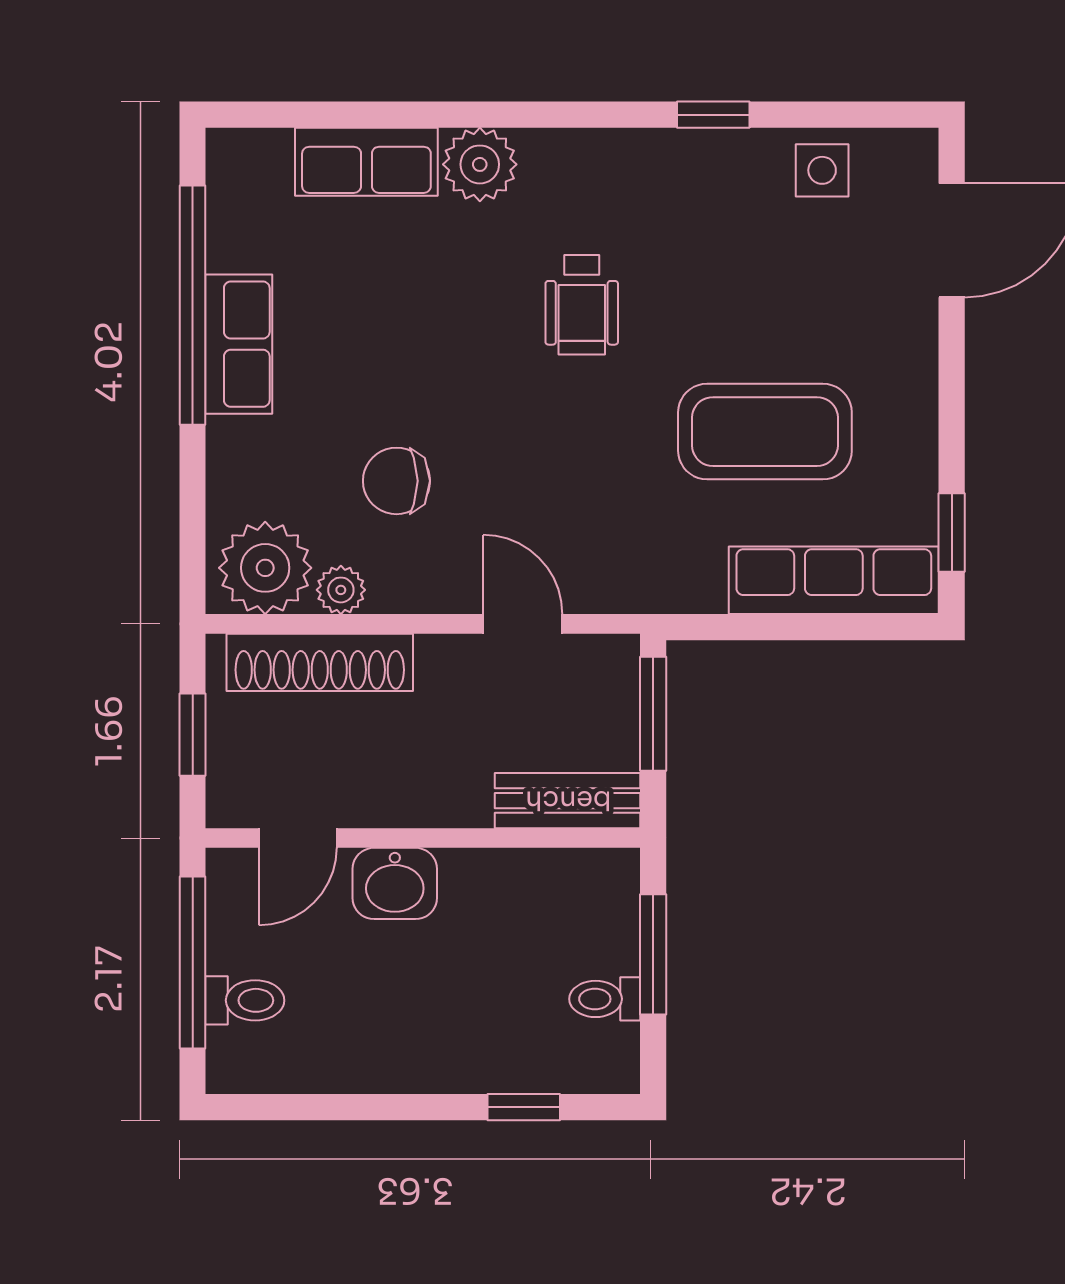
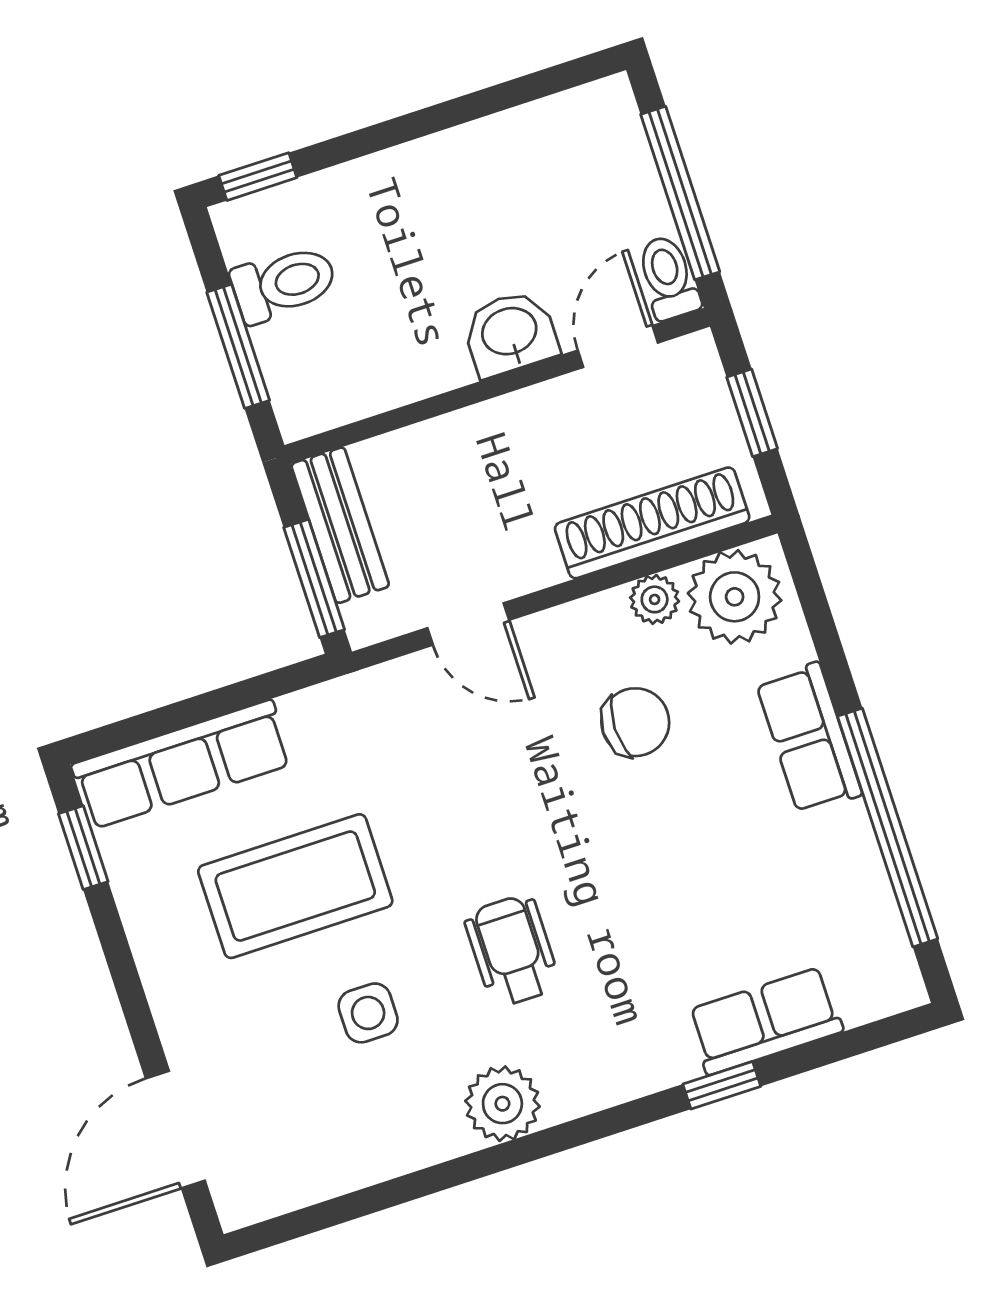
window: (713, 115) -> (722, 1085), moved
plant: (480, 164) -> (502, 1104), moved
side table: (822, 170) -> (368, 1013), moved
row of seats: (239, 344) -> (809, 738), moved
bench: (568, 801) -> (340, 525), moved, turned 90
toilet: (605, 999) -> (284, 284), width x1.37, depth x1.39
toilet: (245, 1000) -> (668, 278), moved, turned 90
window: (524, 1107) -> (258, 177), moved

